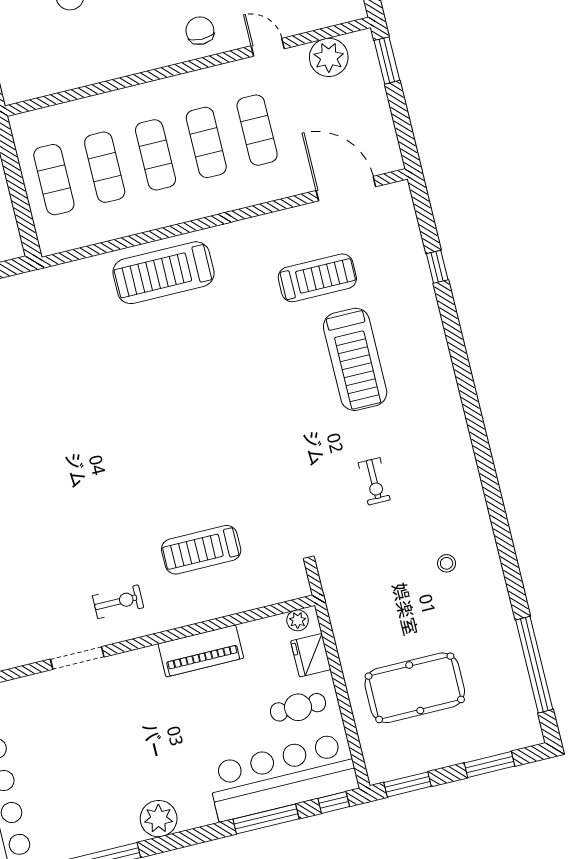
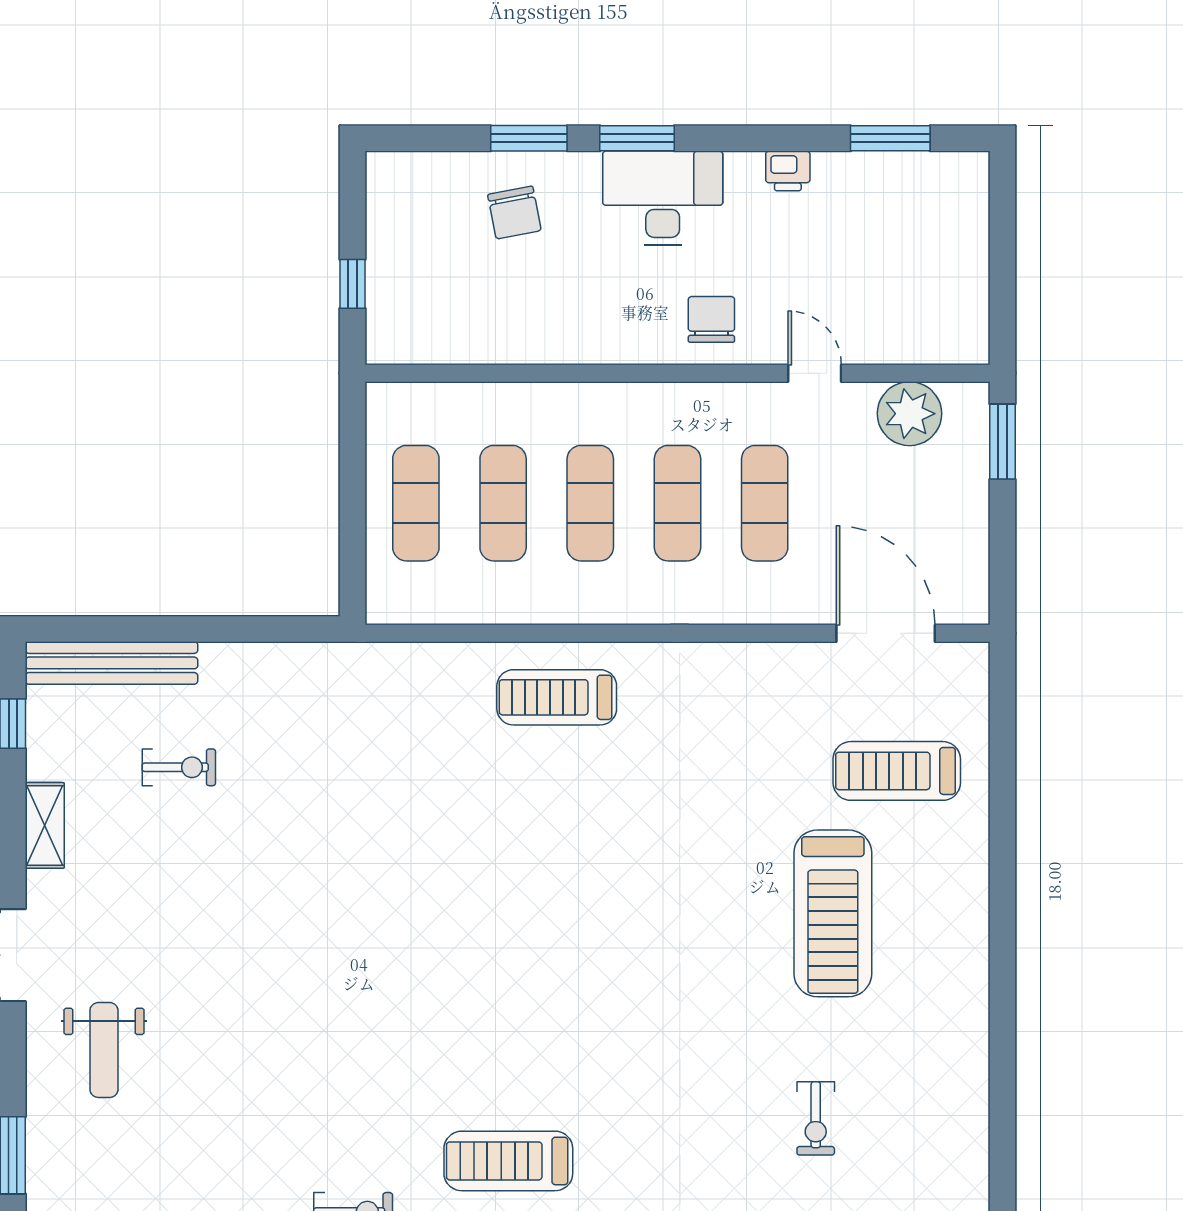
window: (437, 267) -> (1002, 796), removed
treadmill: (163, 273) -> (557, 697), width x0.73, depth x0.73
treadmill: (317, 278) -> (897, 771), moved, turned 180

